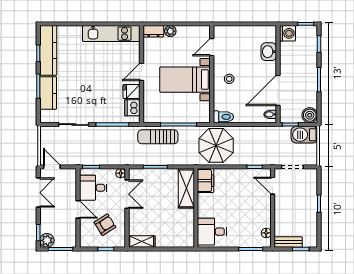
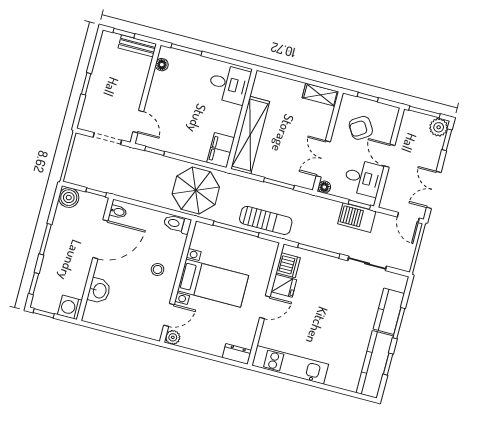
plant: (170, 31) -> (173, 337), moved
barbecue: (304, 135) -> (357, 218), moved, turned 180
shelving: (186, 188) -> (250, 135), width x1.47

